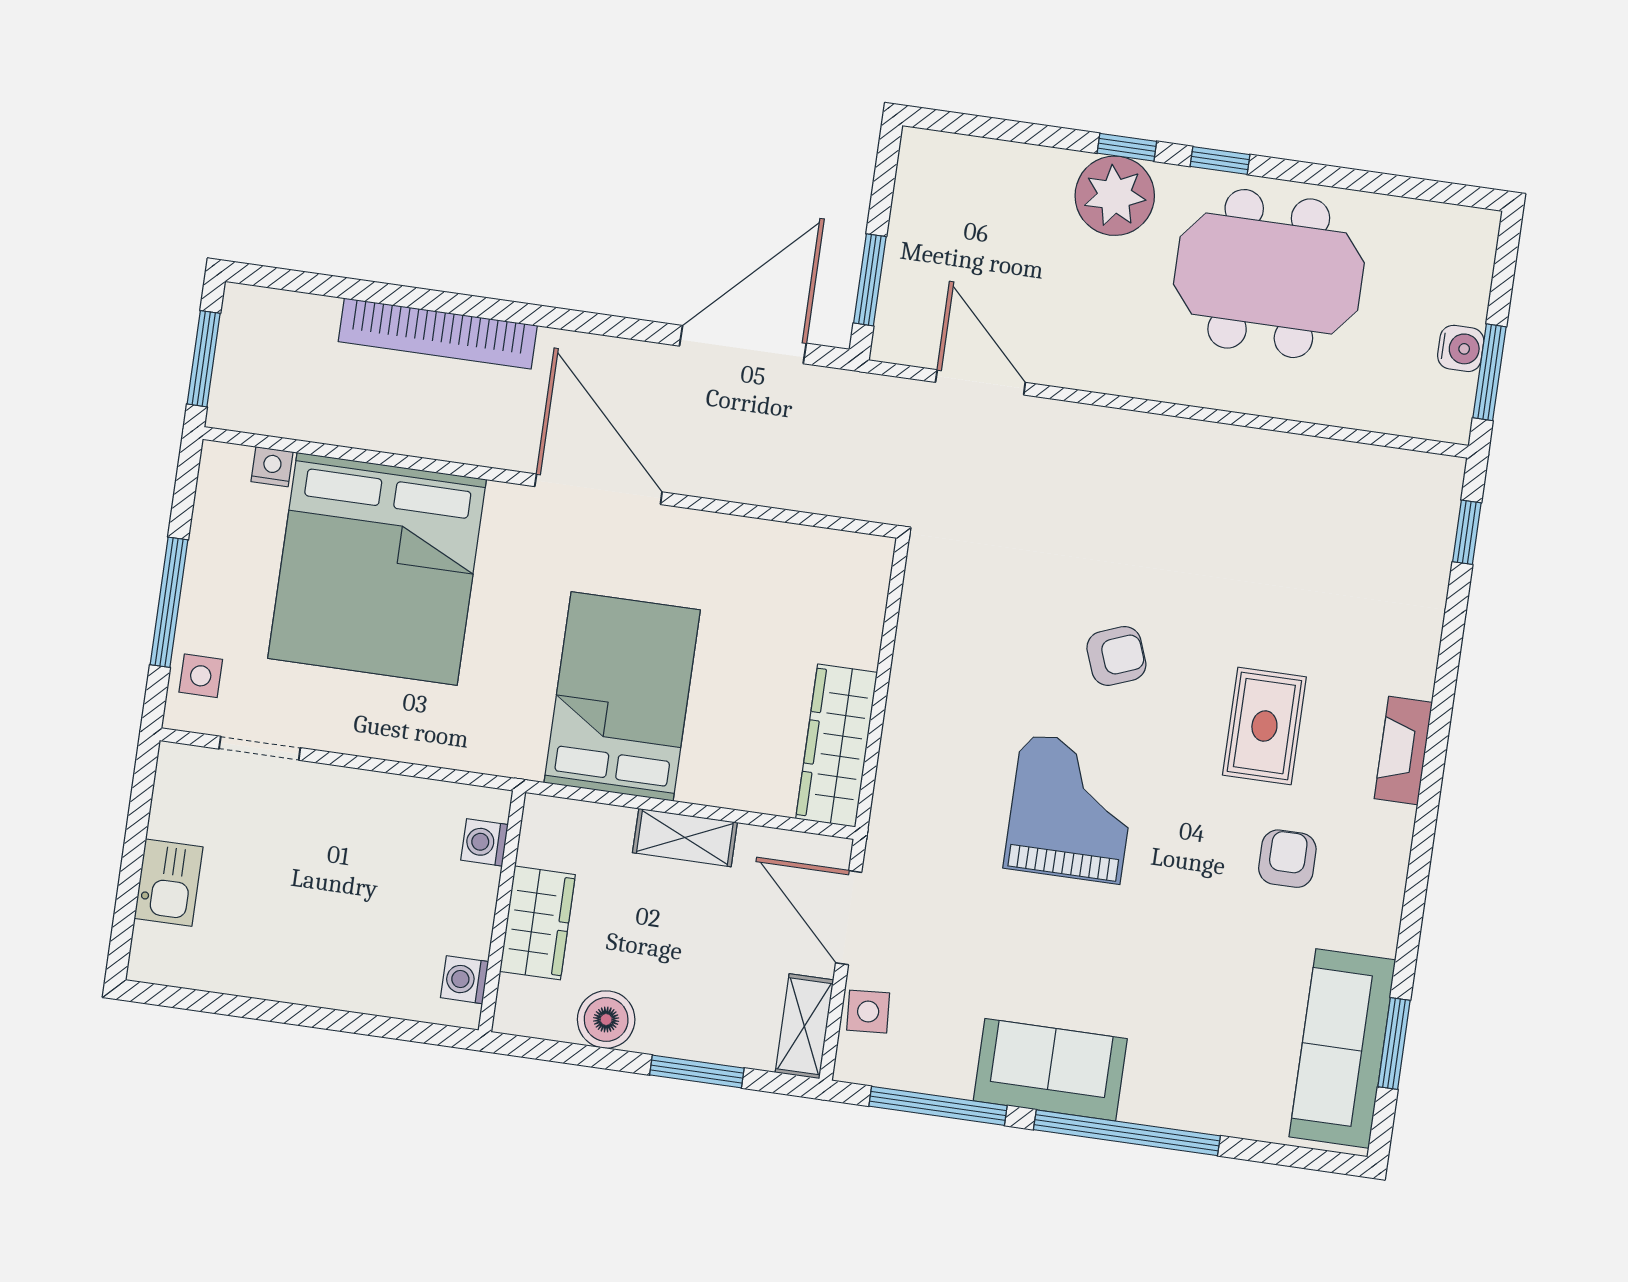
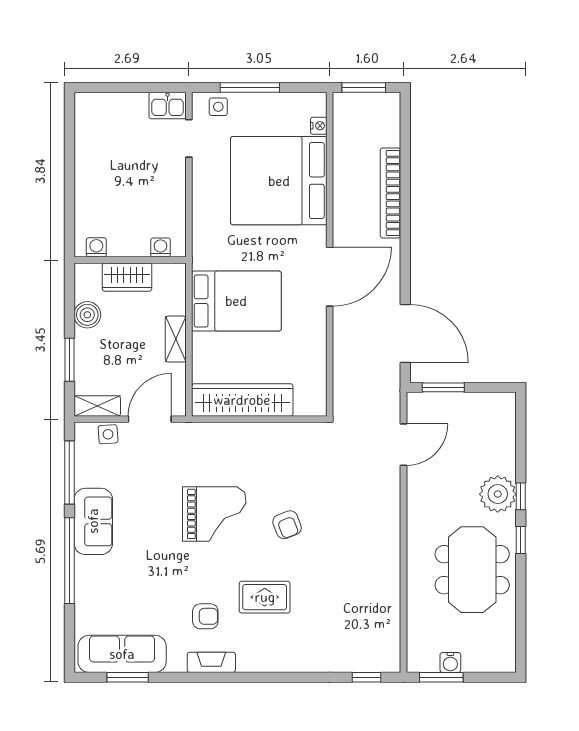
wardrobe: (837, 746) -> (242, 400), width x1.40, depth x1.17
fireplace: (1403, 751) -> (211, 662), moved
kitchen sink: (169, 883) -> (168, 105), moved

